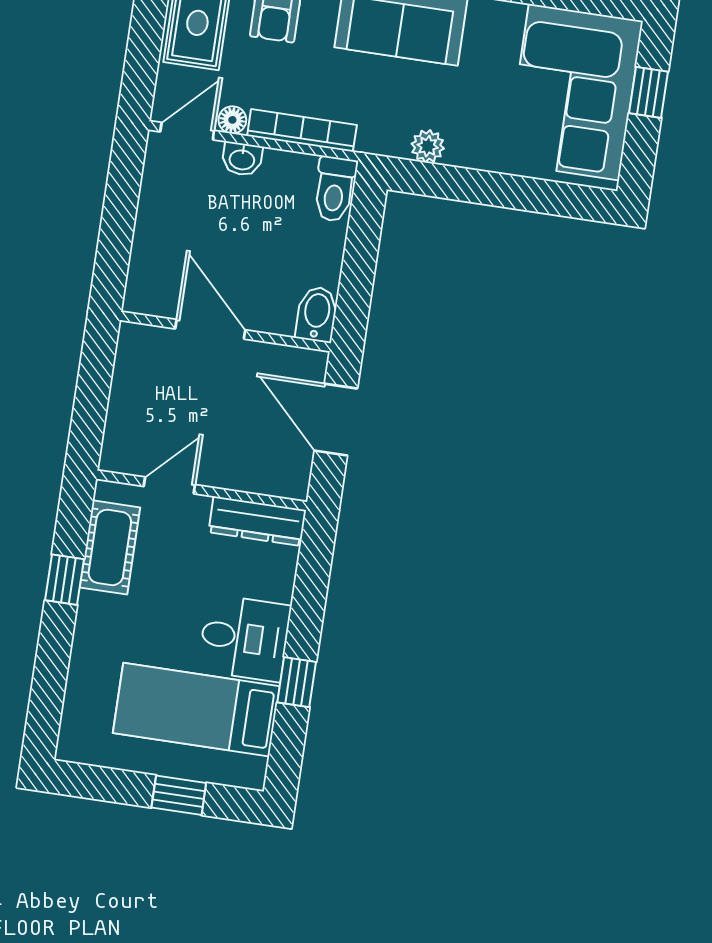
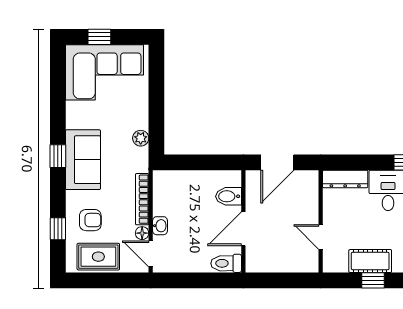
toilet: (335, 189) -> (226, 263), moved, turned 180
bidet: (317, 314) -> (229, 196), moved
dresser: (257, 521) -> (345, 179), moved, turned 90
cot: (110, 547) -> (370, 261), moved

